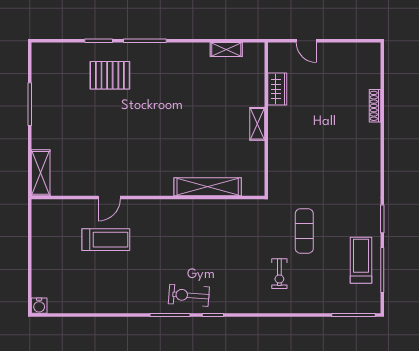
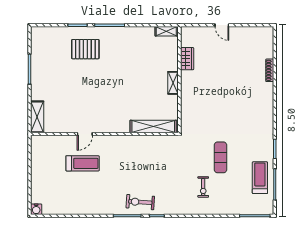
wardrobe: (277, 89) -> (187, 59), moved
wall: (266, 119) -> (179, 80), moved
shelving: (257, 124) -> (173, 83), moved

